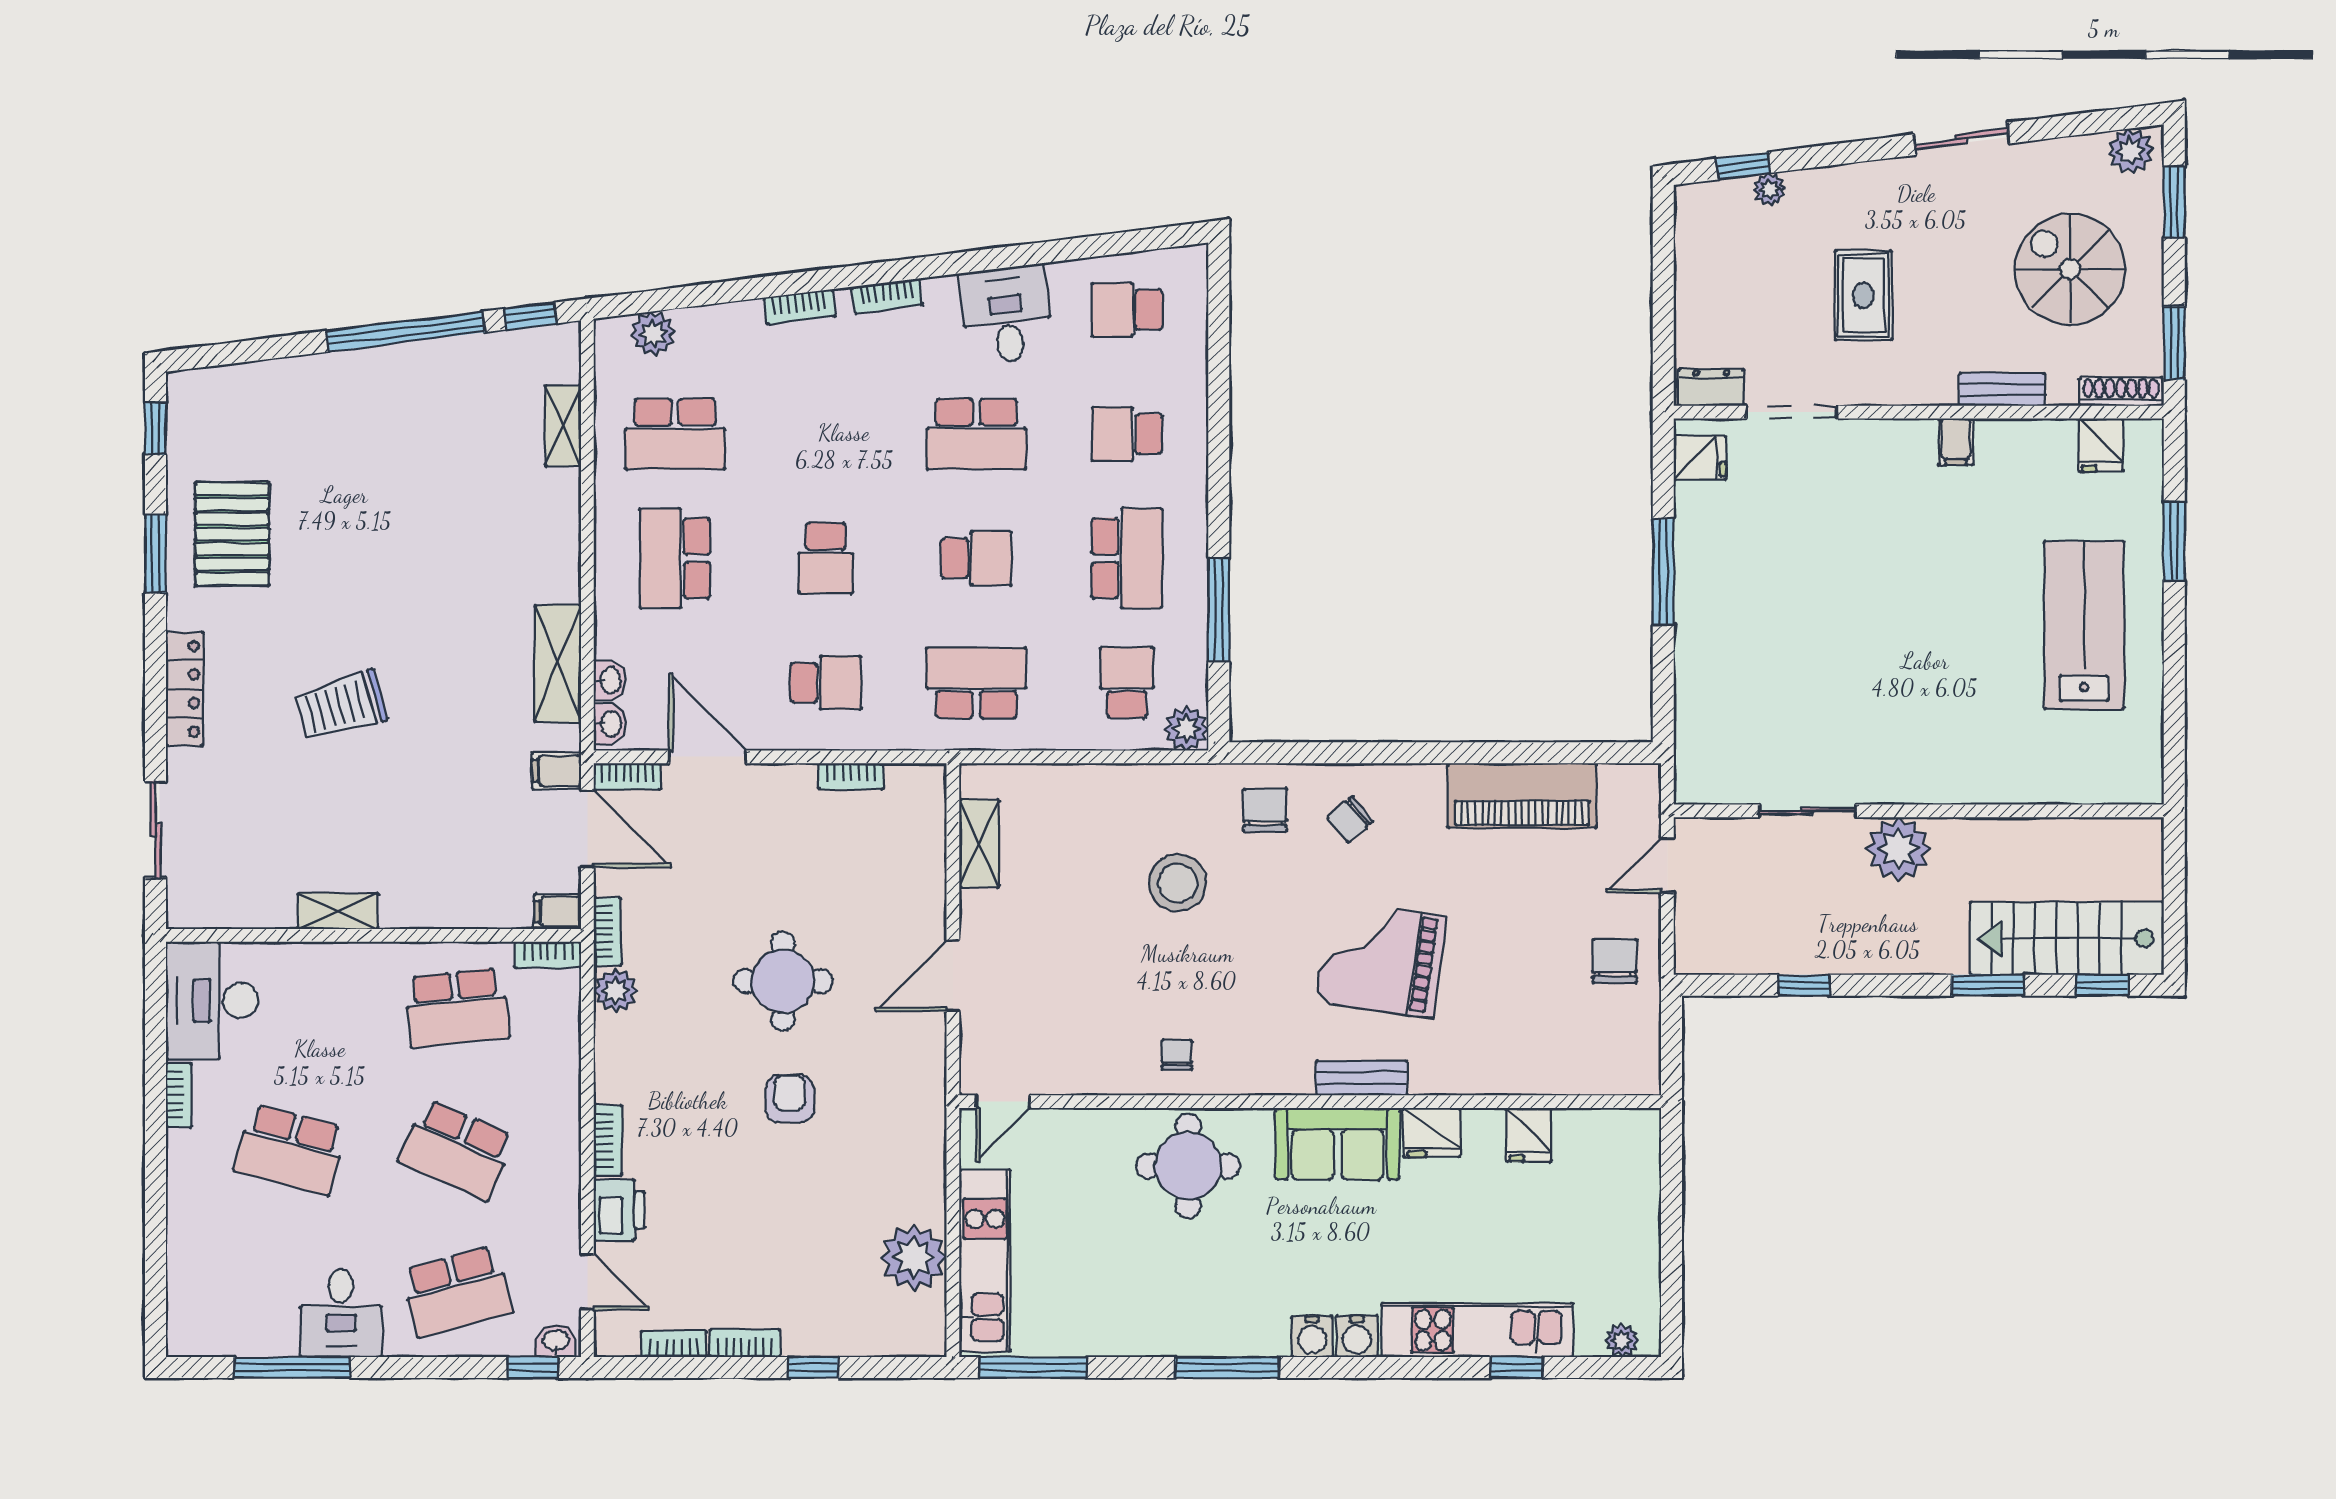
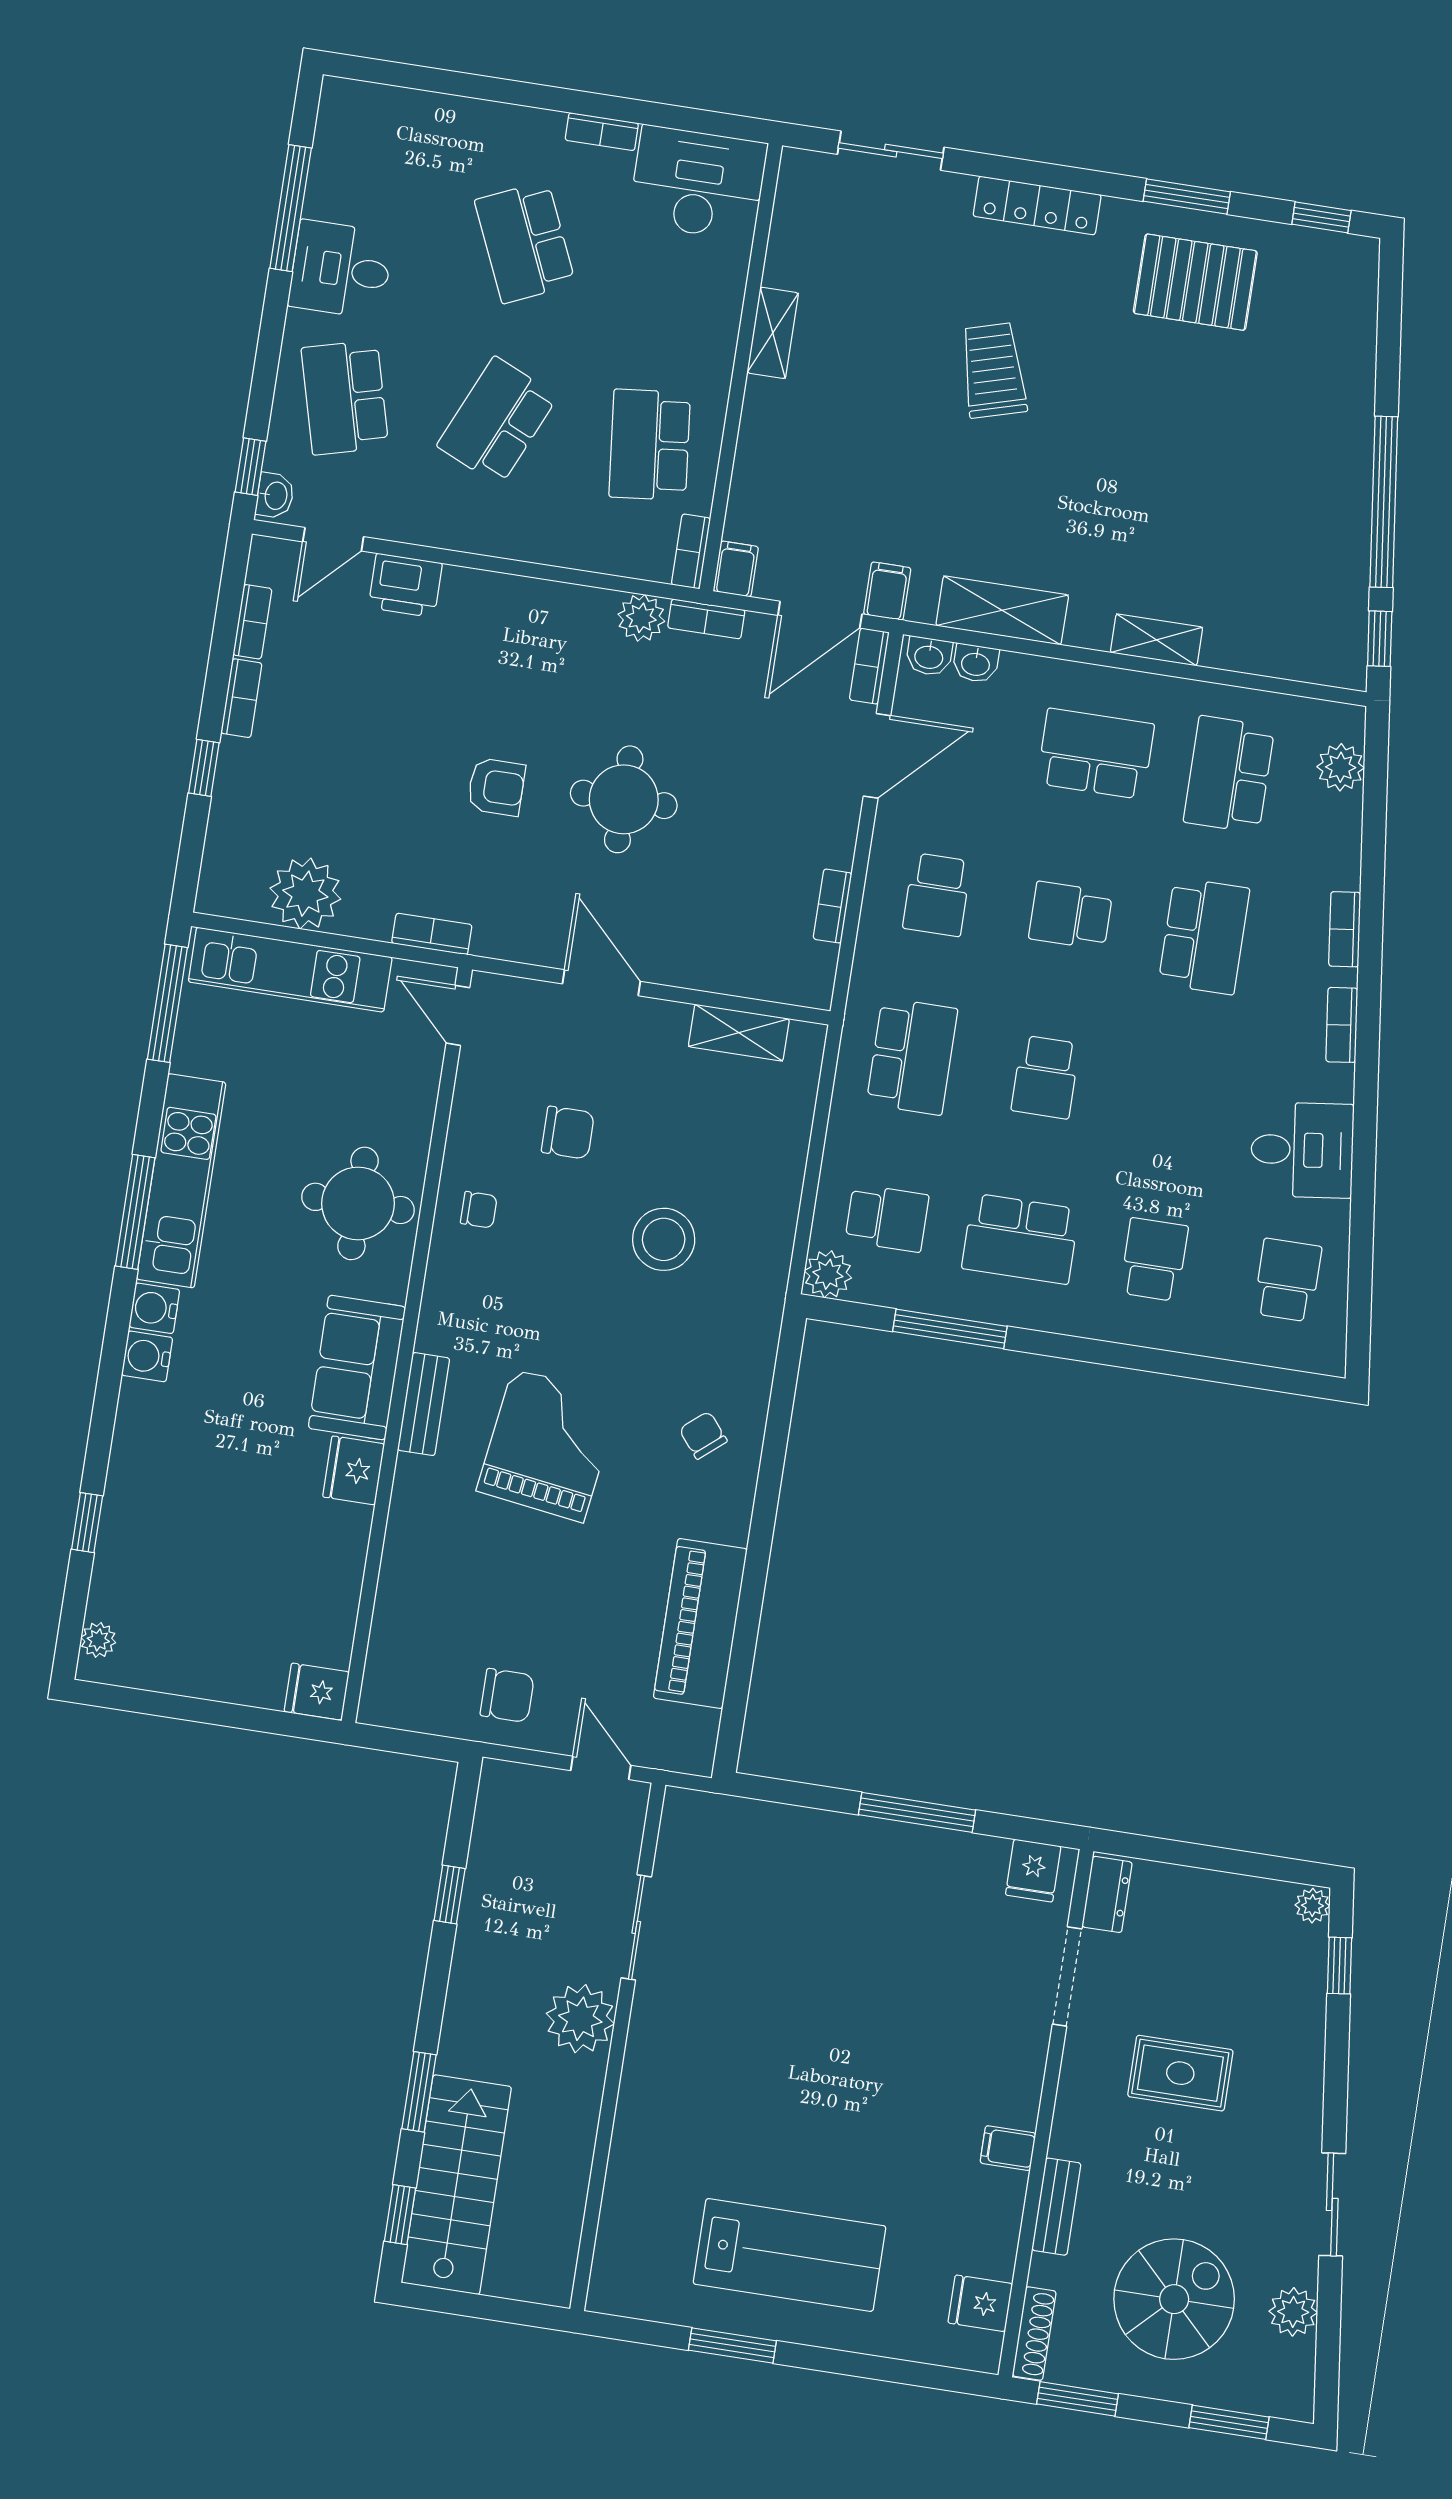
plant: (2131, 151) -> (1293, 2312), moved
plant: (1770, 189) -> (1312, 1906), moved
shelving: (563, 426) -> (1156, 640), moved
school desk: (976, 434) -> (1204, 936), moved, turned 180
window: (2174, 541) -> (732, 2345), moved
chair: (1265, 810) -> (568, 1133), moved
fridge: (1528, 1135) -> (317, 1692), moved
bookcase: (608, 1140) -> (432, 934), moved, turned 180
school desk: (290, 1149) -> (525, 242), turned -39
kitchen unit: (1477, 1330) -> (181, 1181), moved

